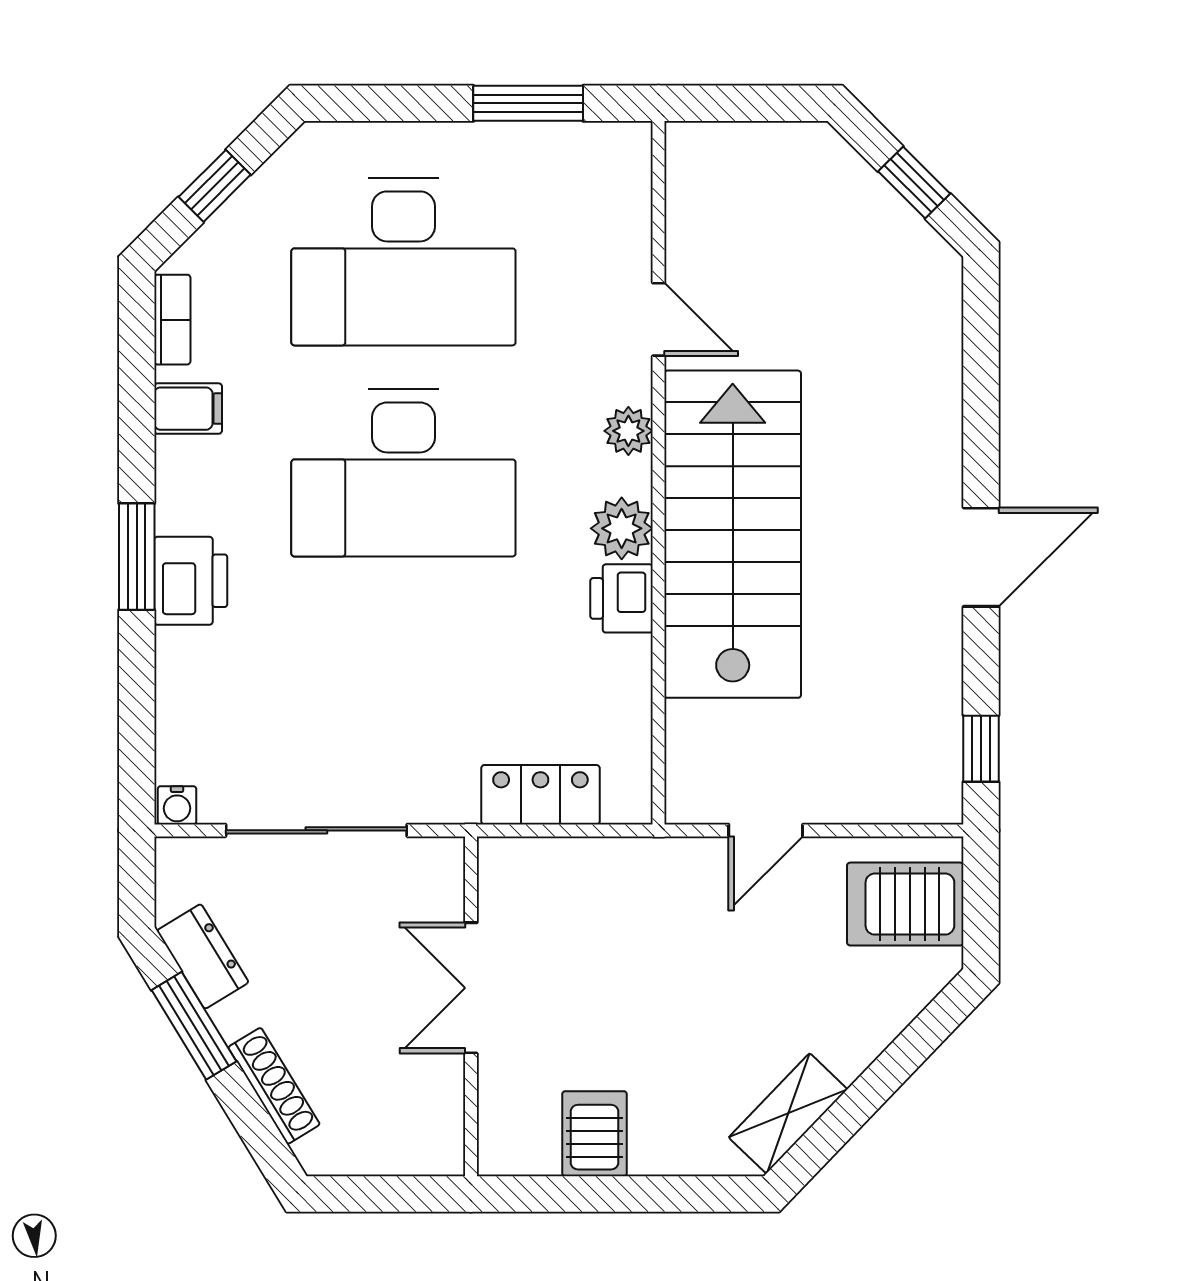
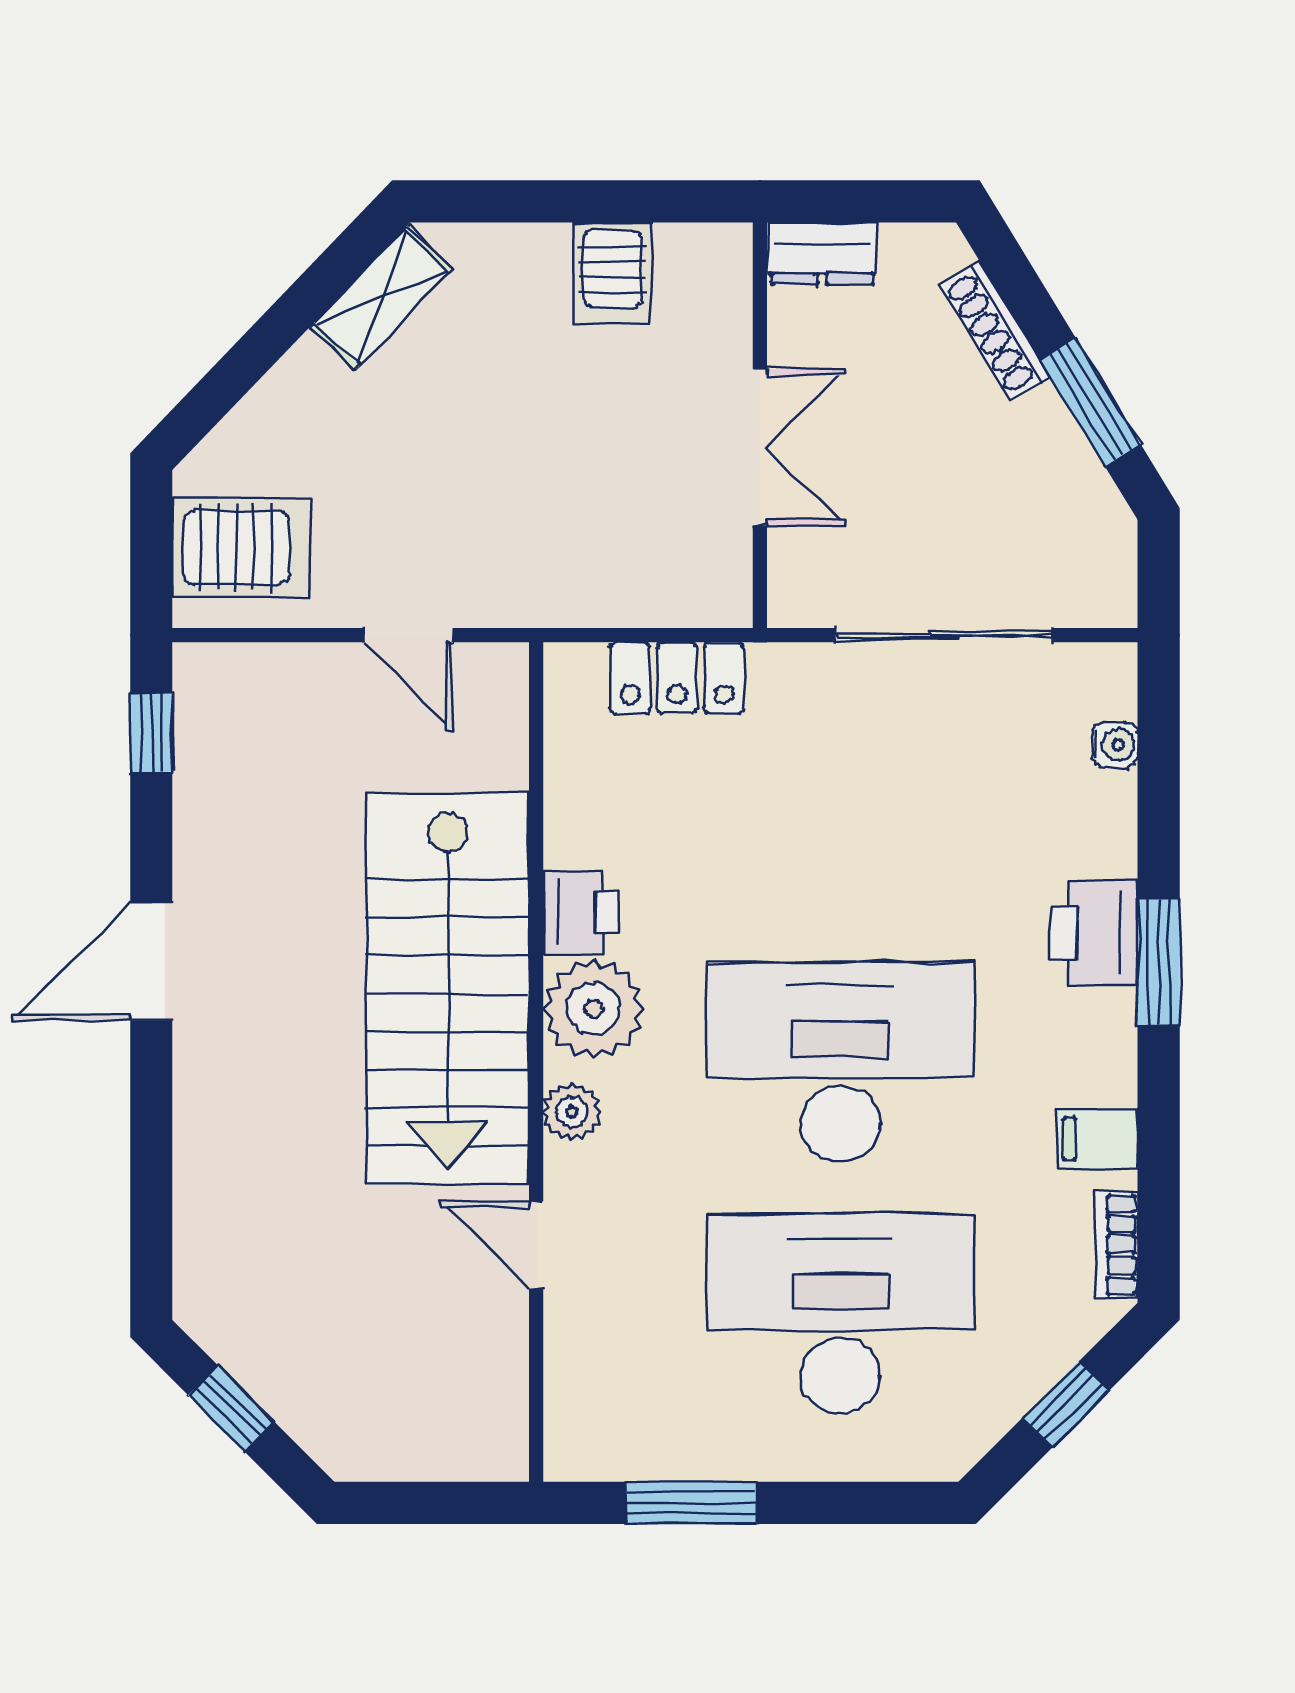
plant: (622, 528) -> (593, 1009), width x1.36, depth x1.36
water cooler: (177, 805) -> (1115, 745), moved, turned 90
door: (766, 830) -> (408, 635), swing flipped
dresser: (203, 956) -> (822, 253), moved, turned -59

